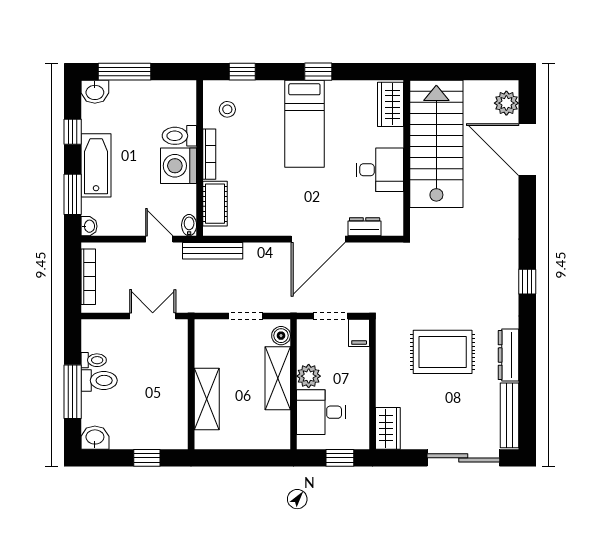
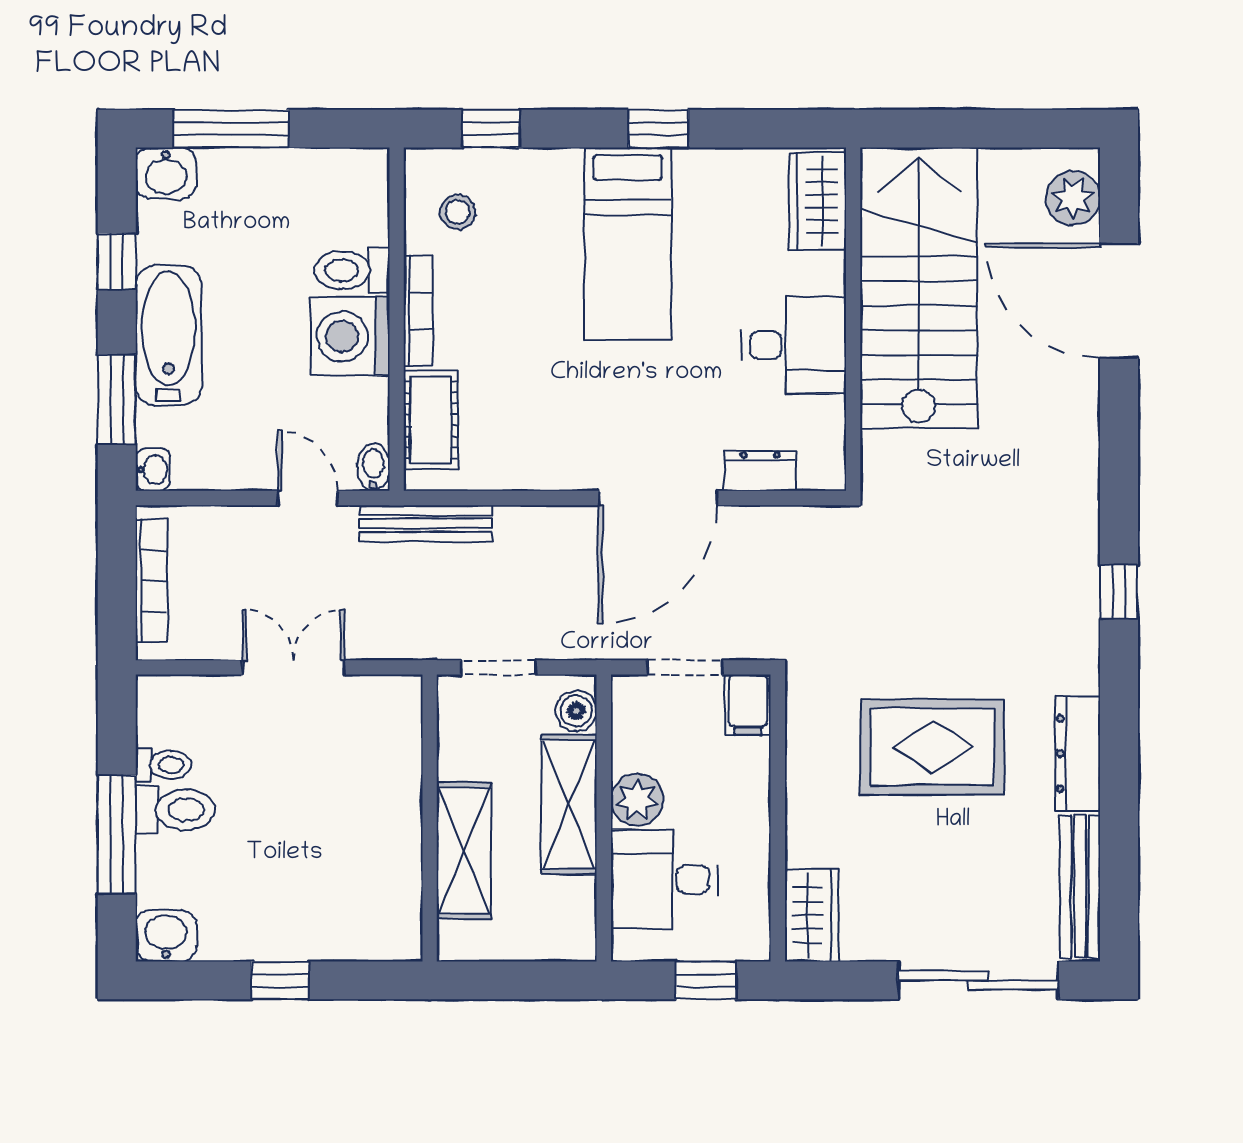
wall: (191, 384) -> (430, 818), moved
shelving: (207, 399) -> (464, 851), moved

